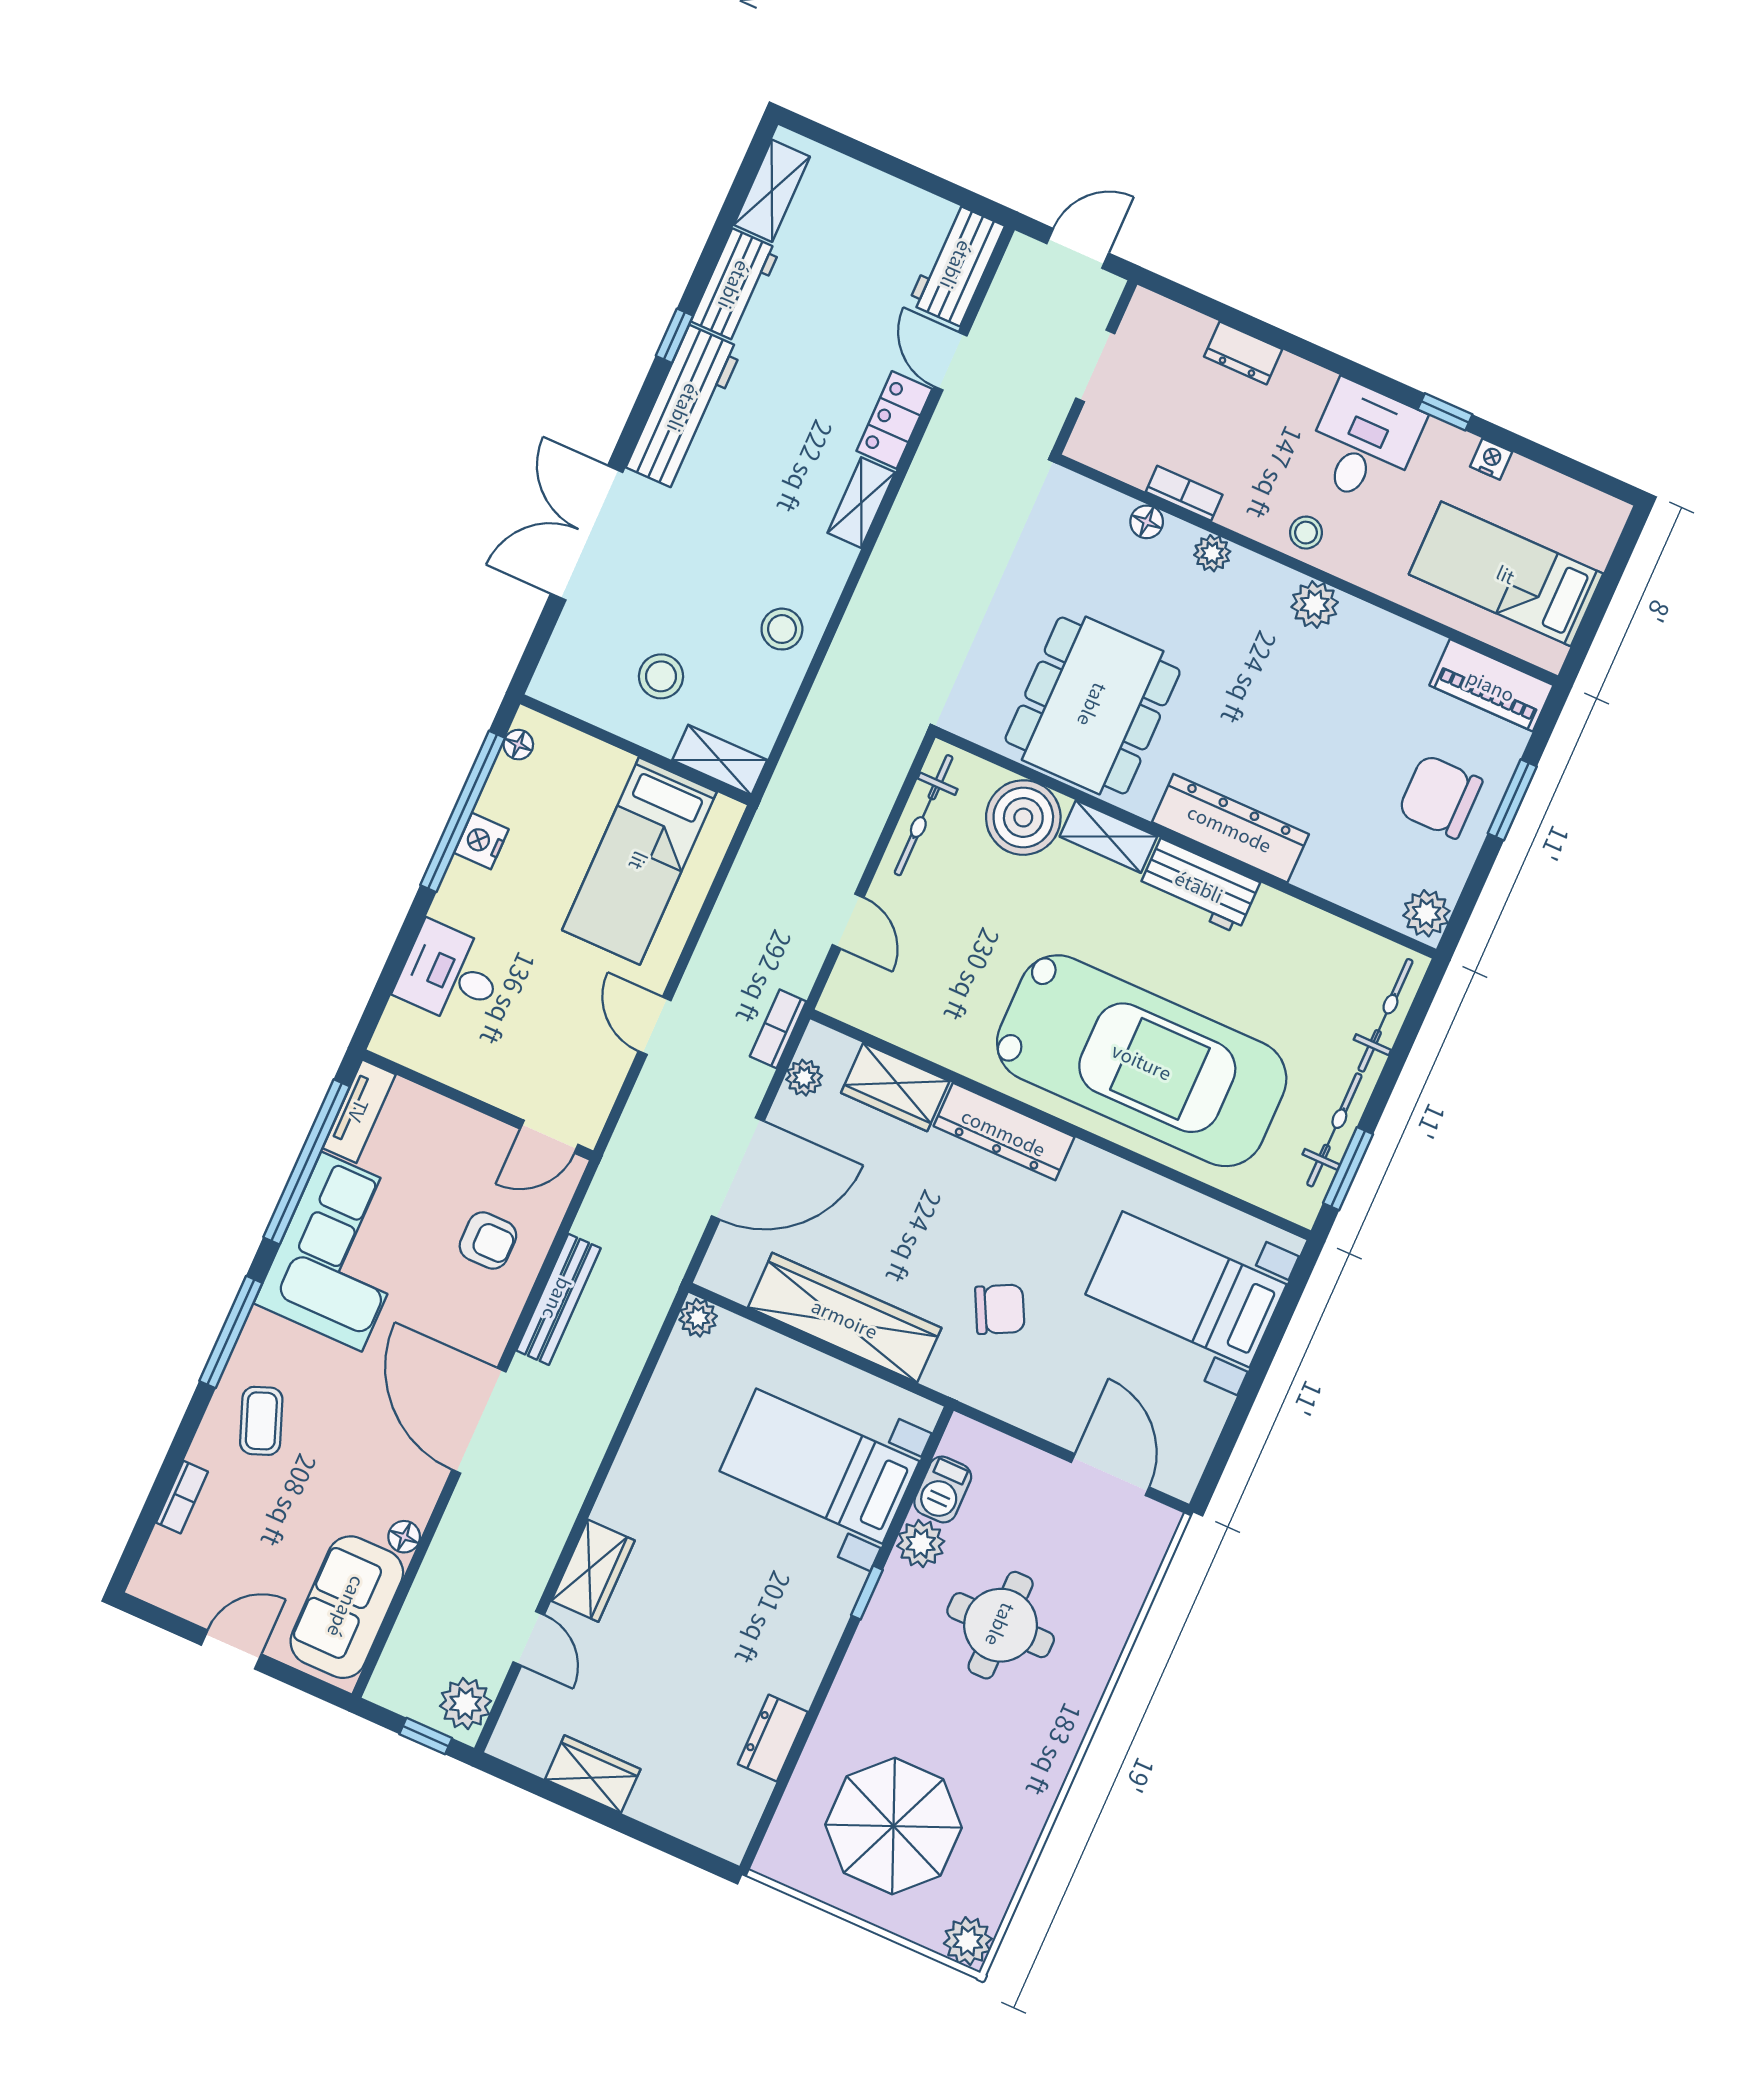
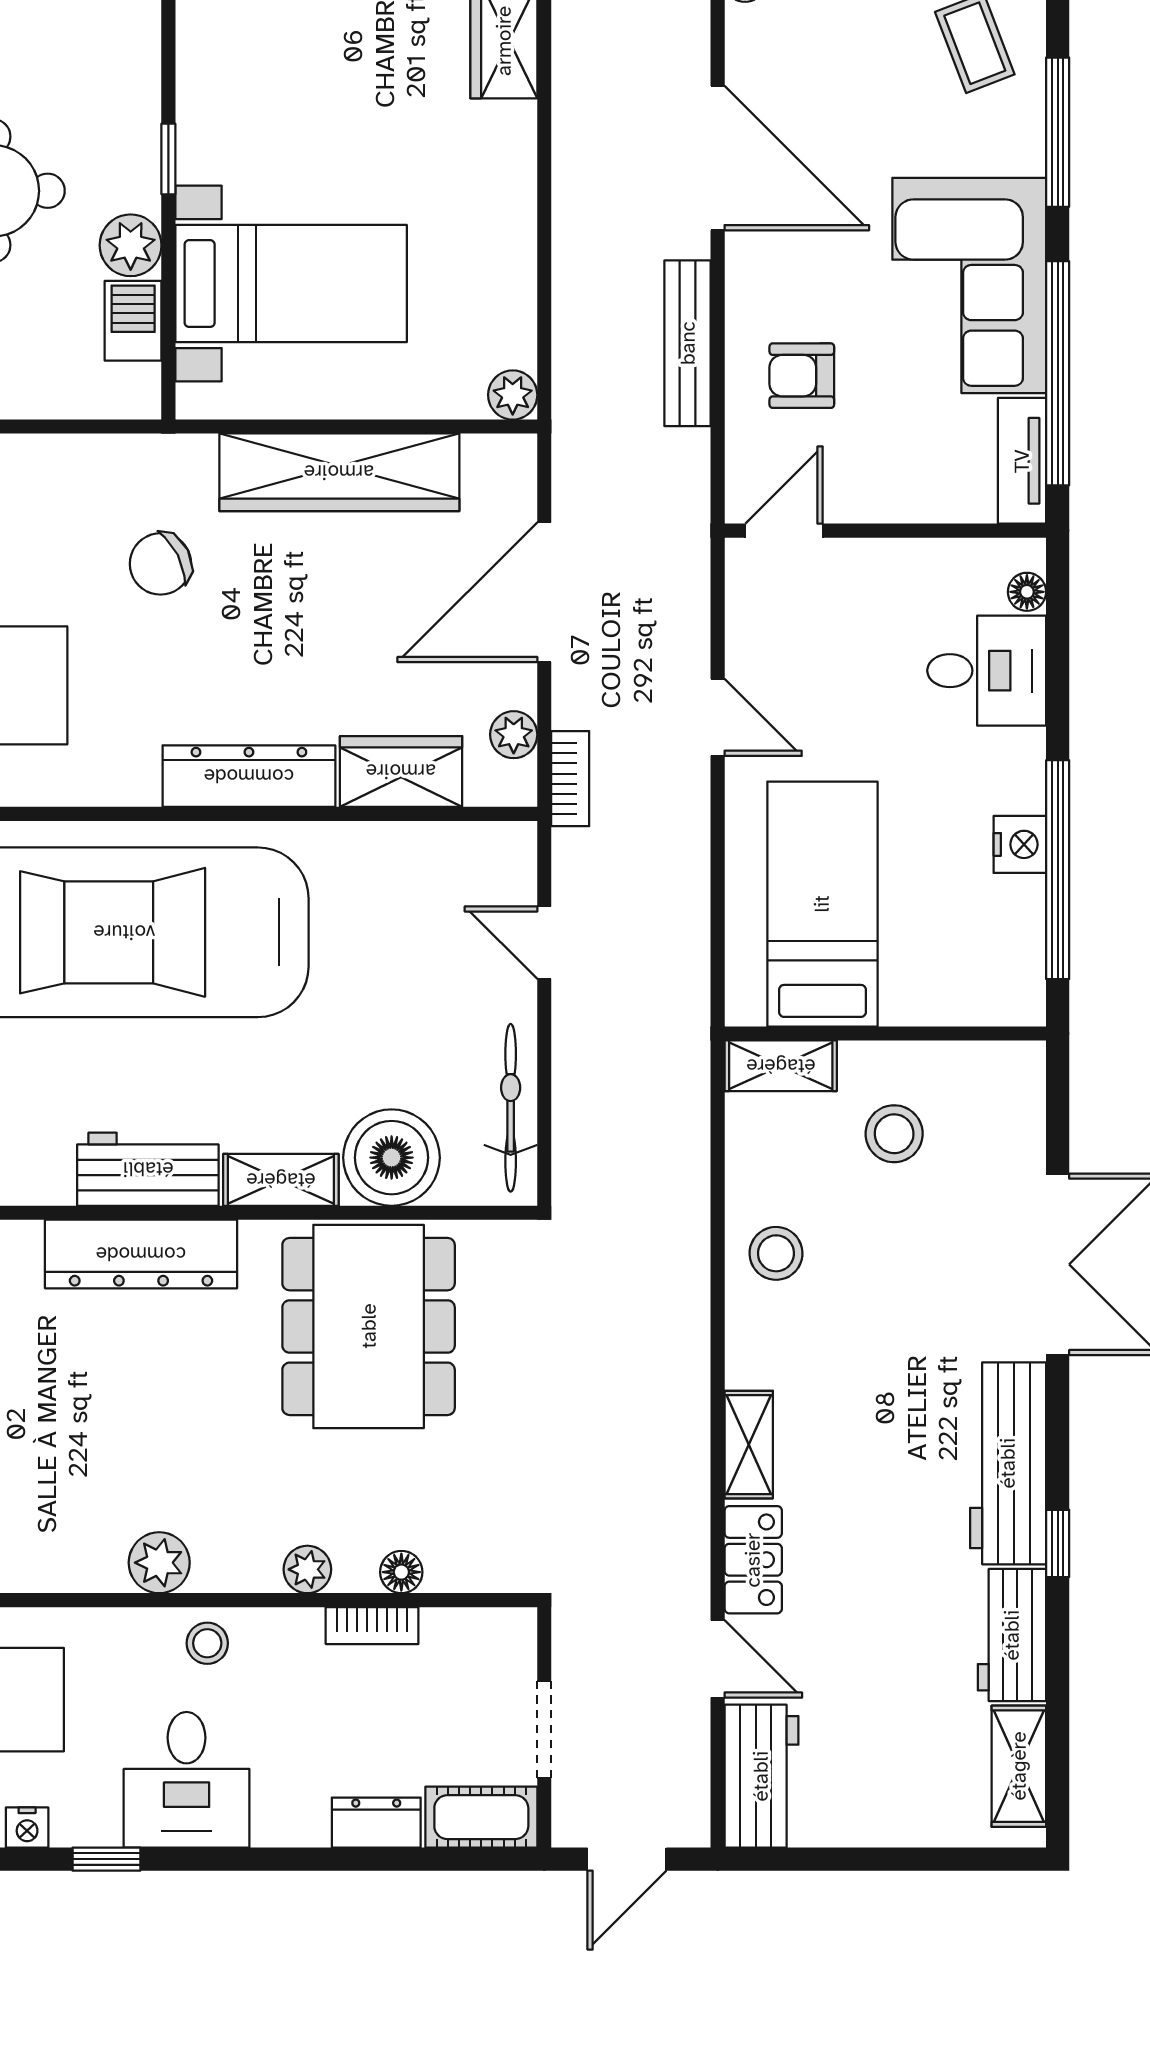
cot: (1167, 324) -> (481, 1817), added
floor lamp: (518, 745) -> (1027, 592), moved

